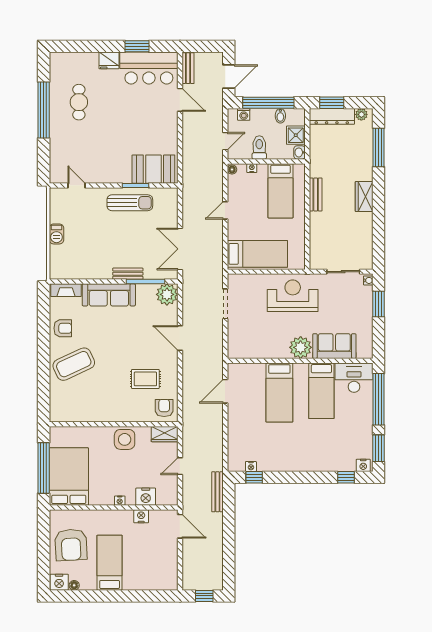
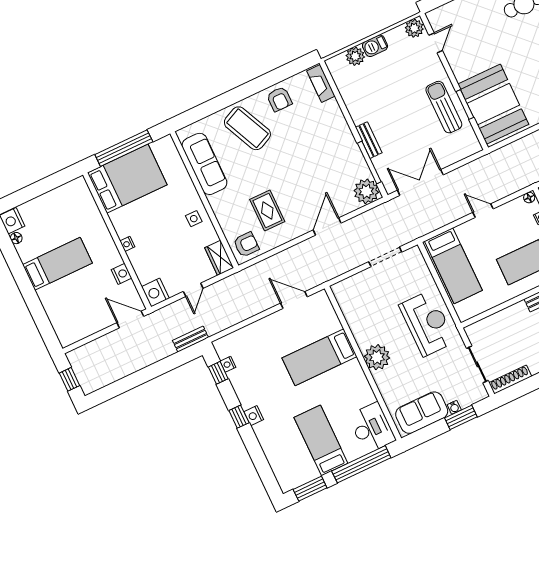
booth: (153, 169) -> (493, 104), width x1.36, depth x1.42
plant: (57, 197) -> (414, 28), added
sun lounger: (130, 203) -> (444, 107), turned 180
shoe rack: (367, 252) -> (510, 380), added
plant: (57, 253) -> (355, 56), added
water cooler: (368, 280) -> (454, 407), moved
sofa: (109, 295) -> (204, 164), moved, turned 180
sofa: (334, 346) -> (422, 413), moved, turned -90
bed: (321, 391) -> (321, 440), moved, turned 90
side table: (125, 439) -> (194, 219), width x0.54, depth x0.54
nightstand: (363, 465) -> (254, 416), moved
door: (180, 466) -> (193, 290), swing flipped
window: (346, 477) -> (239, 417), moved
bench: (217, 492) -> (190, 339), width x0.73
nightstand: (146, 497) -> (155, 292), moved
door: (180, 526) -> (130, 320), swing flipped
armchair: (71, 545) -> (57, 215), removed

